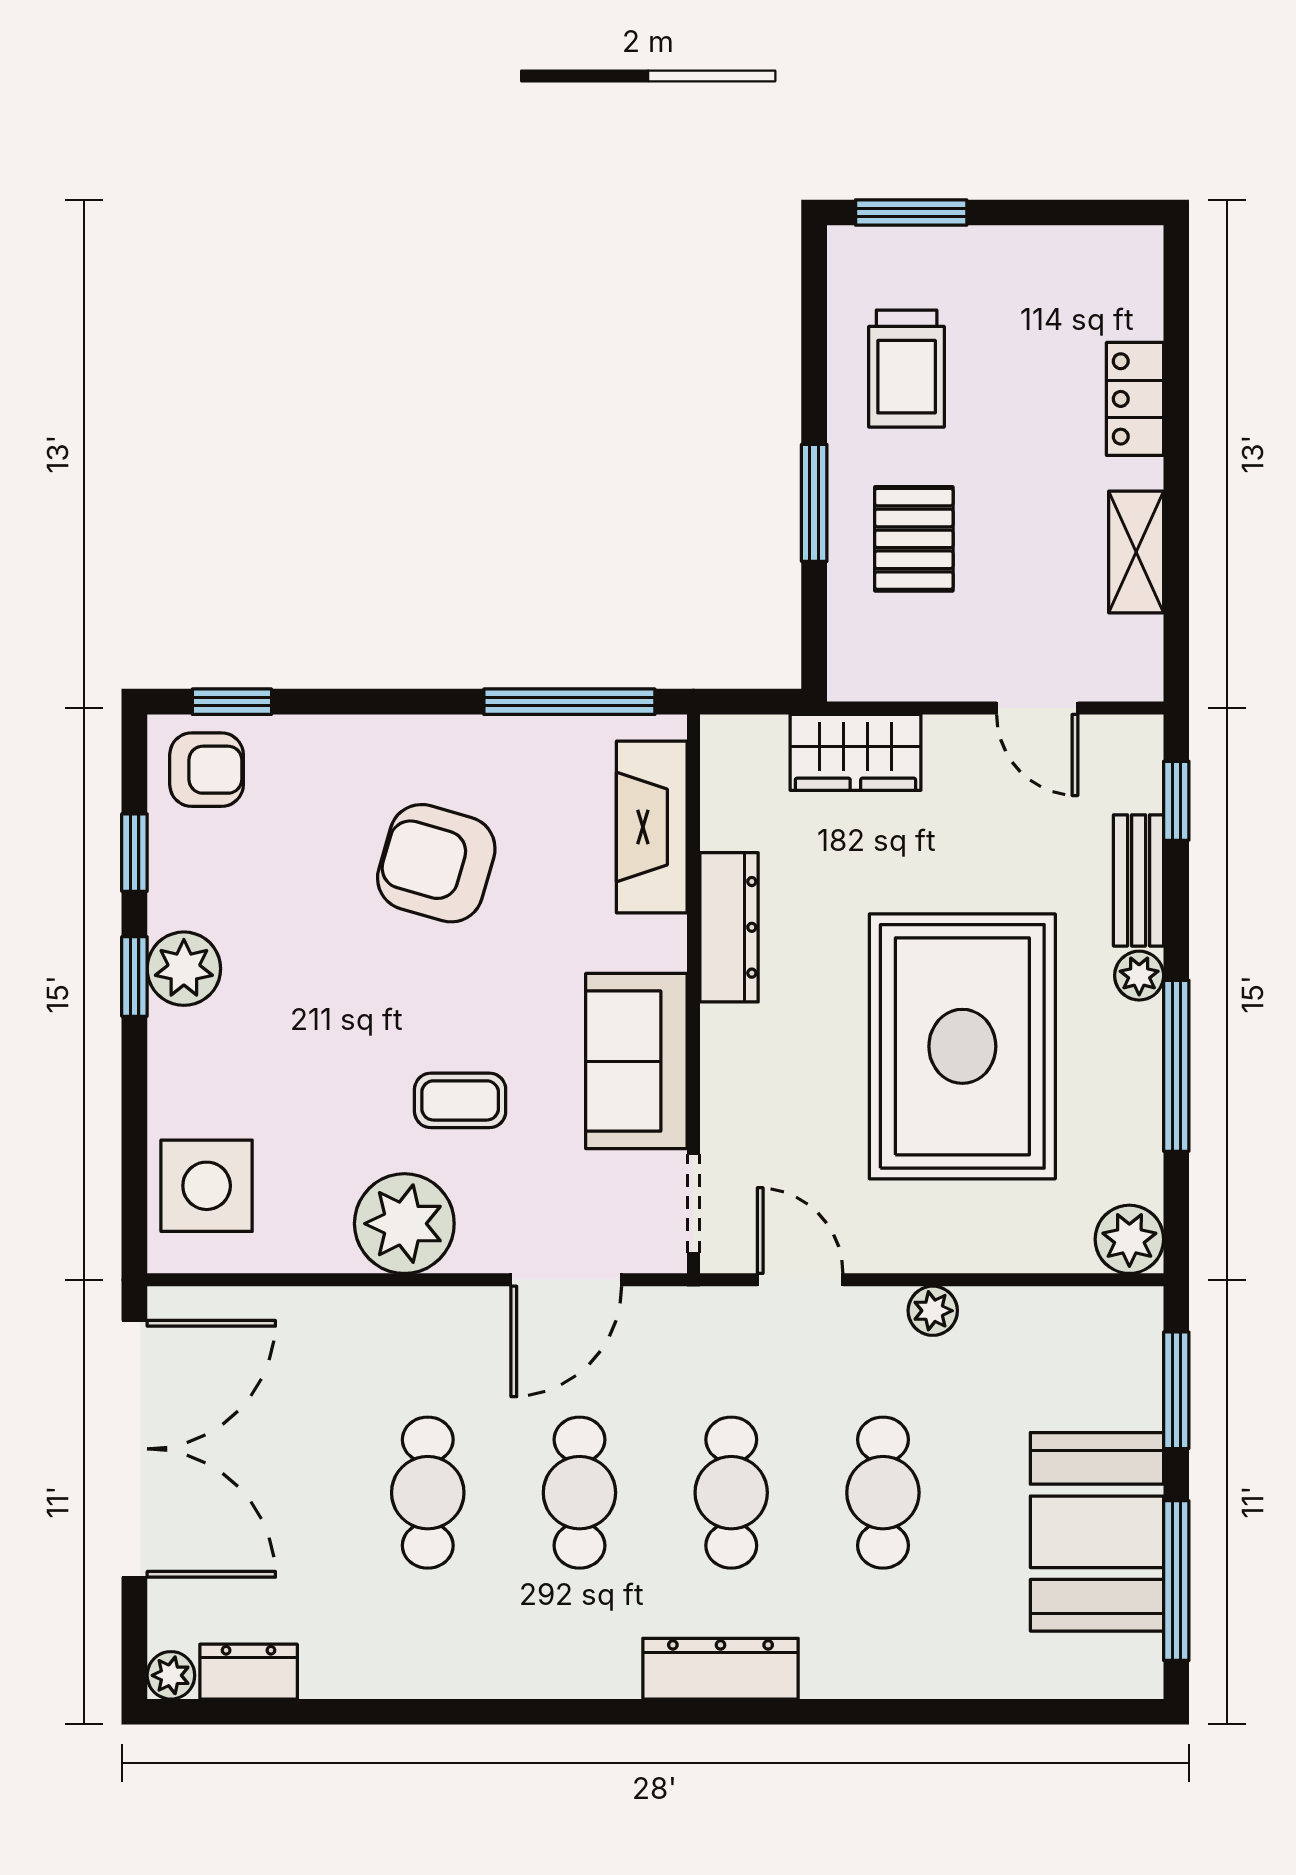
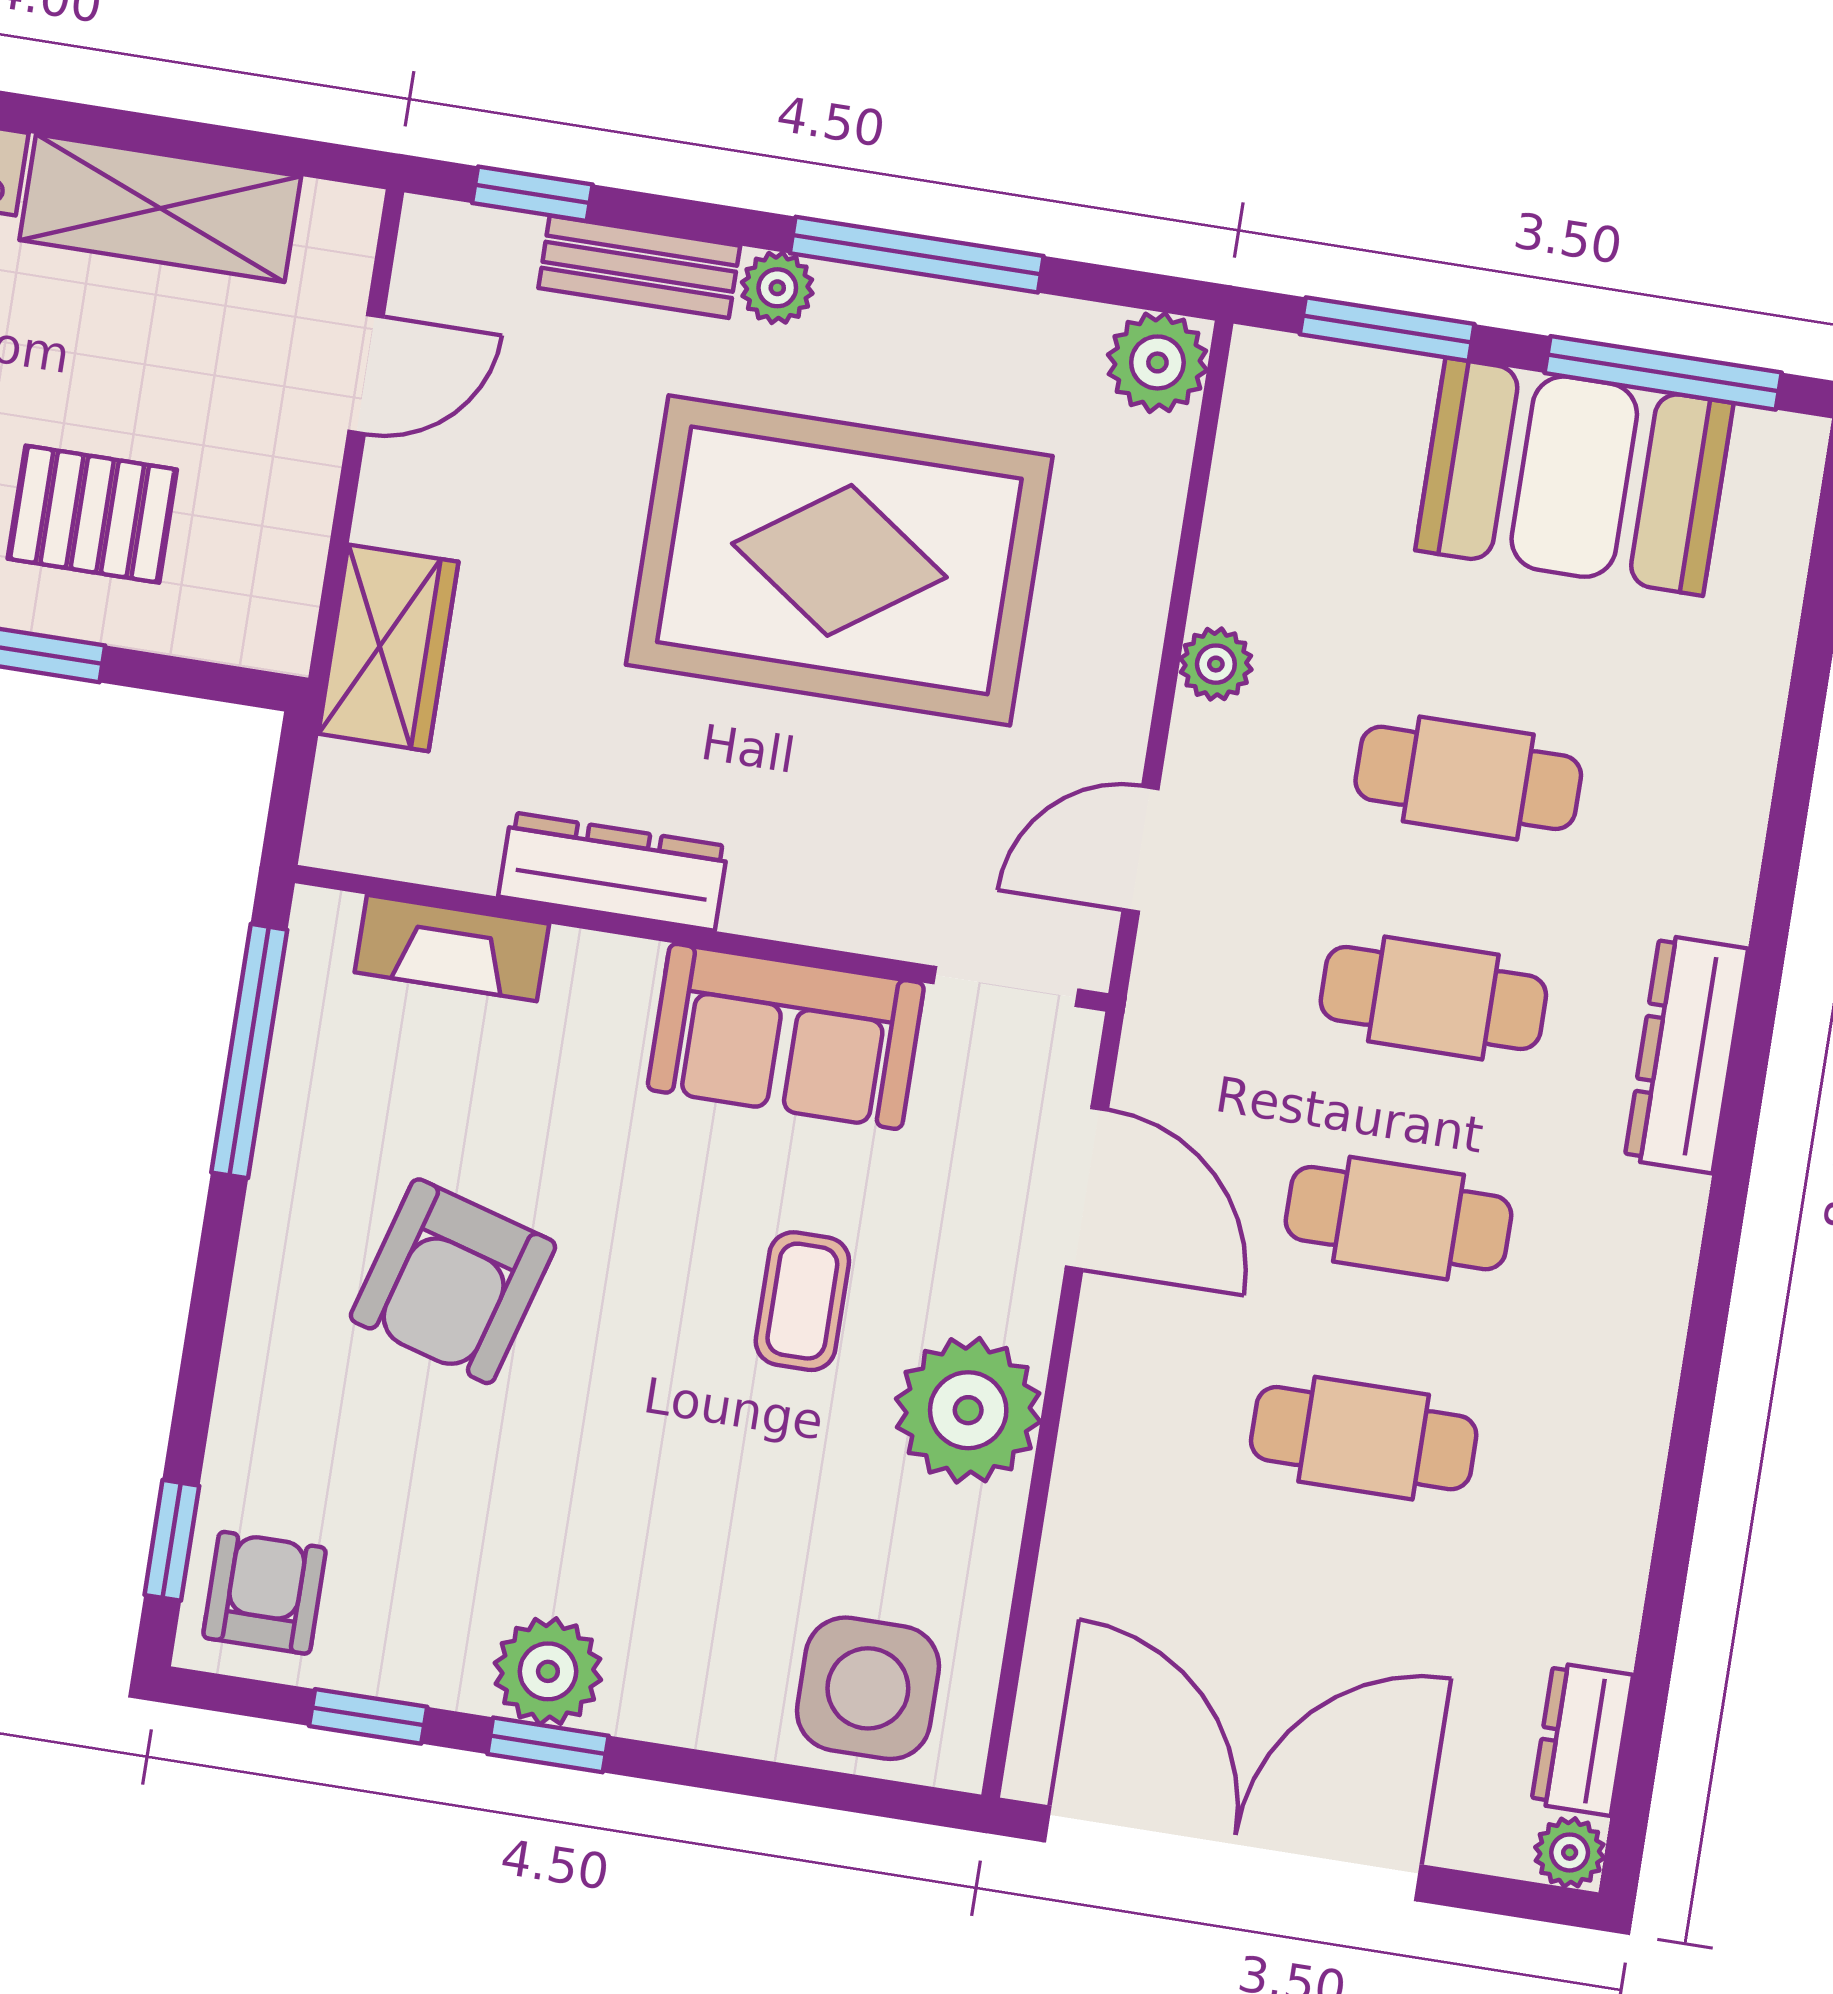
shelving: (1136, 552) -> (160, 208), width x1.50, depth x1.33
fireplace: (652, 827) -> (452, 948), width x0.73, depth x0.76

